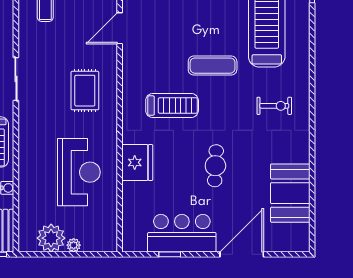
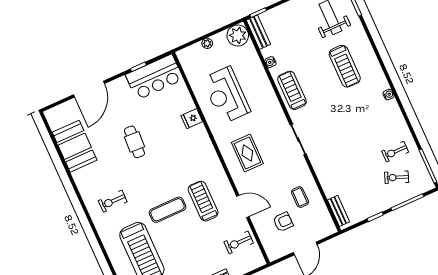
door: (120, 28) -> (243, 206), hinge flipped
treadmill: (172, 106) -> (203, 201), moved, turned 90
fridge: (137, 162) -> (192, 119), width x0.53, depth x0.75
bar counter: (182, 233) -> (154, 77), moved
plant: (51, 238) -> (238, 35), moved

